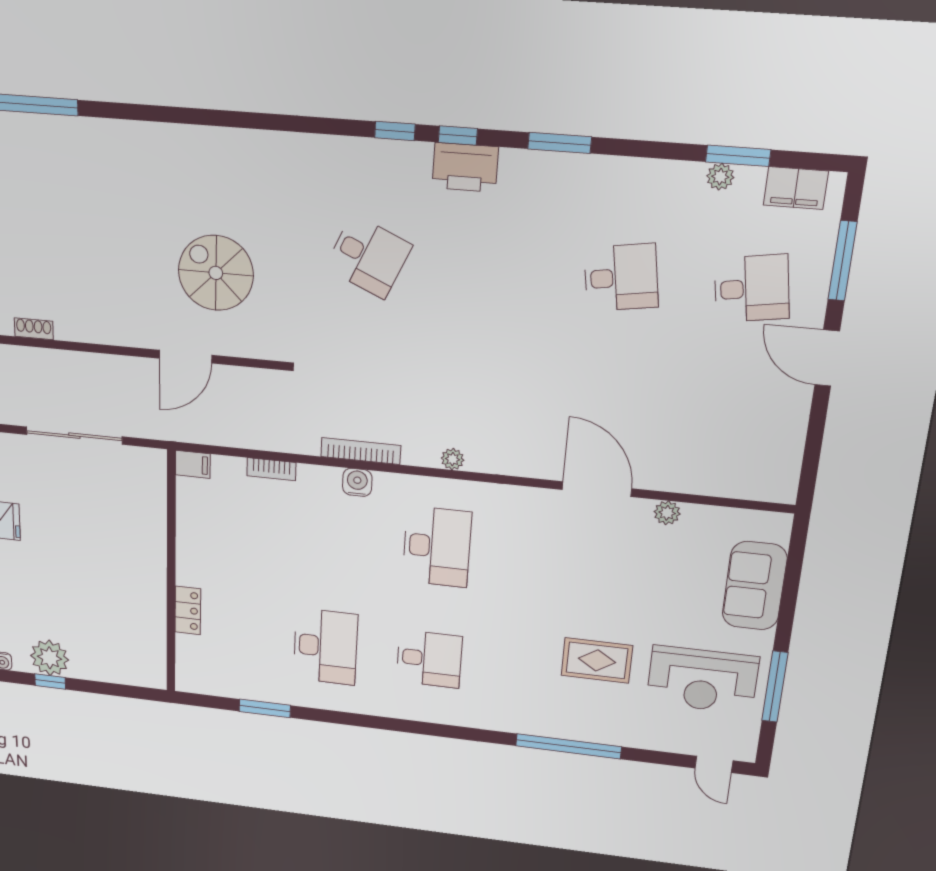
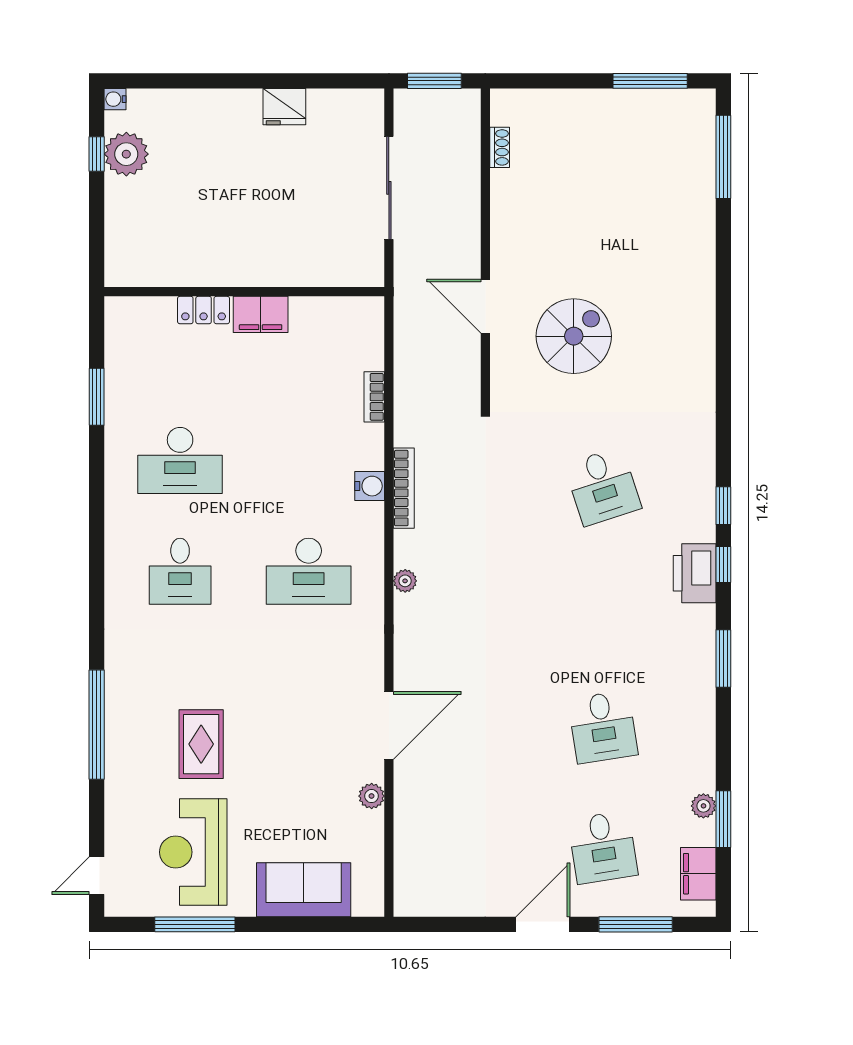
desk: (368, 256) -> (603, 486), turned -42
filing cabinet: (193, 464) -> (261, 314), moved, width x2.00

